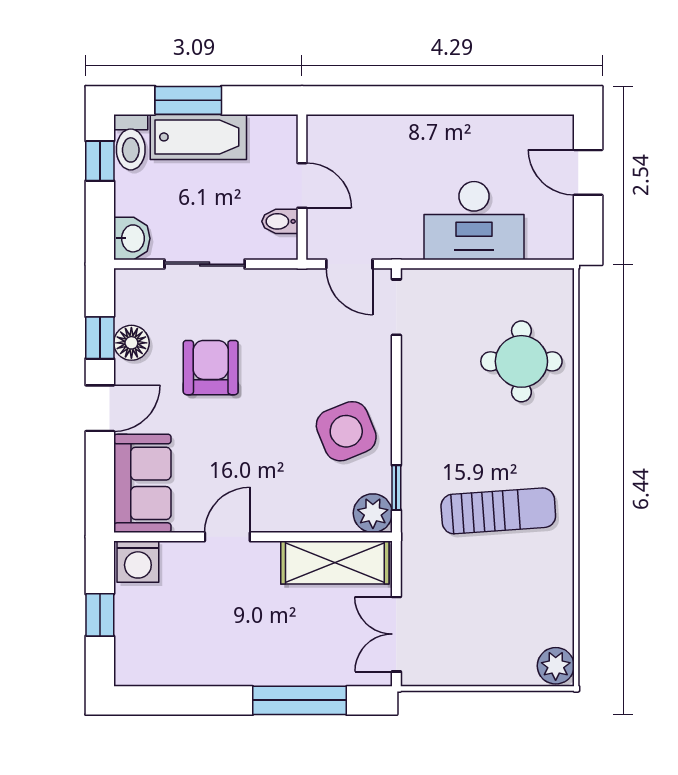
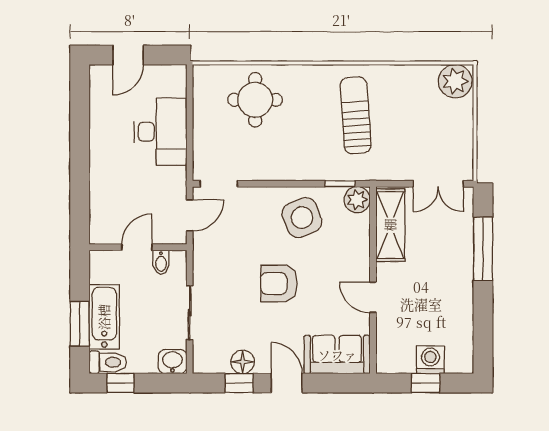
armchair: (211, 368) -> (279, 284), moved
washing machine: (138, 562) -> (430, 360), moved, turned -90
plant: (556, 666) -> (455, 81), width x1.36, depth x1.36

